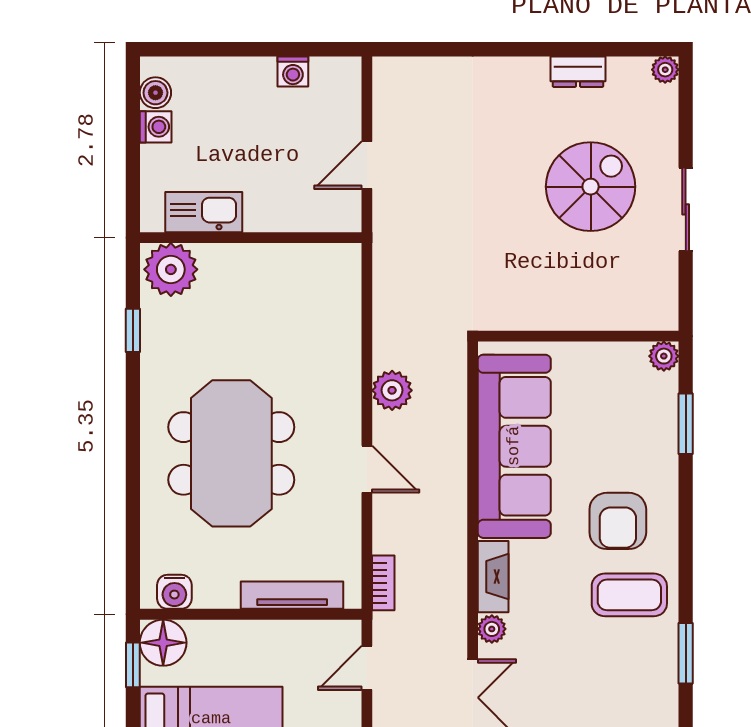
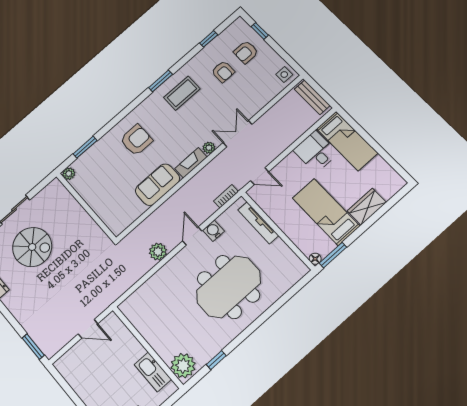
window: (418, 49) -> (33, 347), added
washing machine: (293, 72) -> (77, 384), removed
spiral stairs: (591, 187) -> (32, 247), turned 180
sofa: (514, 446) -> (158, 185), width x0.54, depth x0.79
water cooler: (174, 592) -> (214, 231), moved, turned -90
coffee table: (629, 595) -> (182, 93), moved, turned 90
floor lamp: (163, 643) -> (315, 259), width x0.53, depth x0.53
window: (133, 665) -> (333, 255), width x1.50

